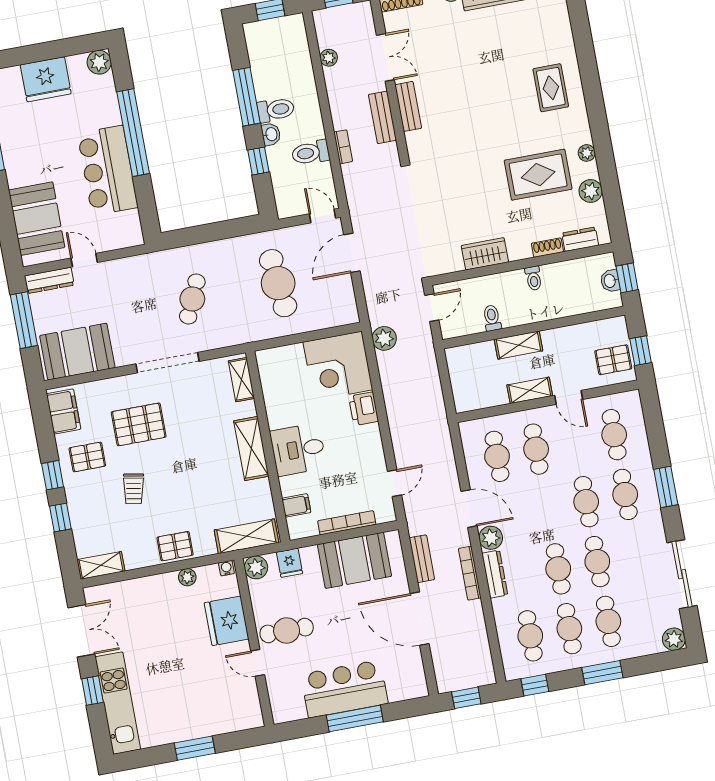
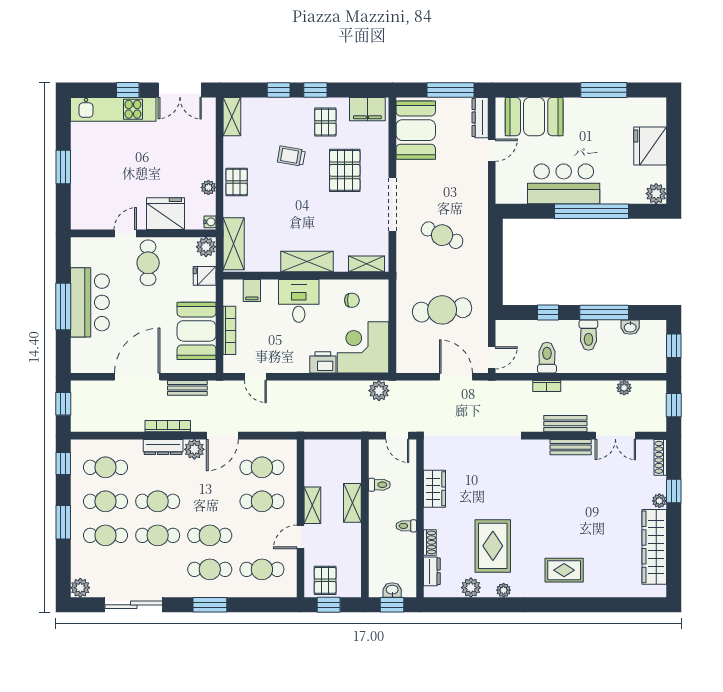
washbasin: (271, 134) -> (630, 327), moved
chair: (286, 389) -> (352, 300), added

